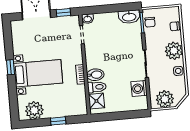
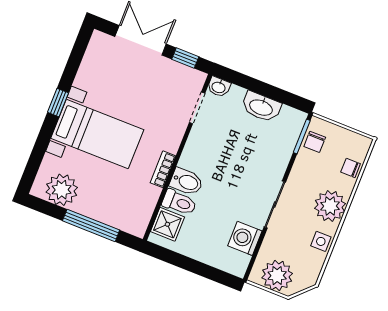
washbasin: (129, 17) -> (261, 107), moved
window: (58, 121) -> (91, 225), width x2.17

